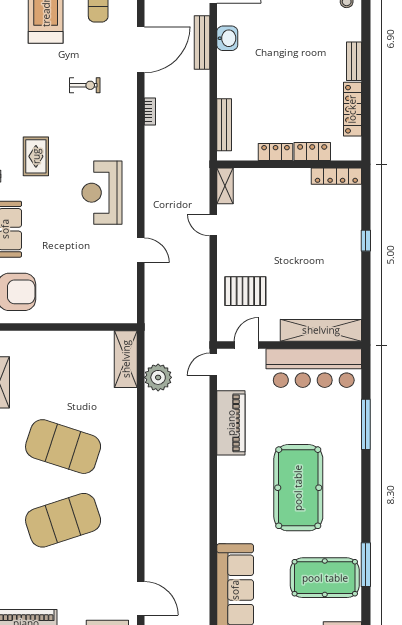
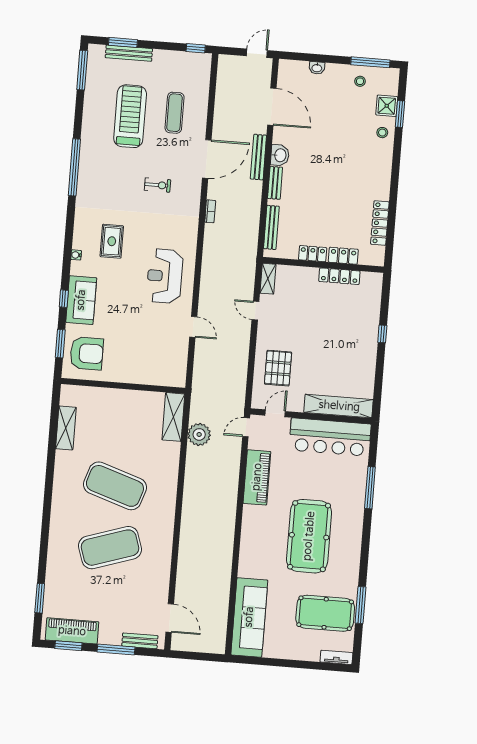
bench: (354, 61) -> (275, 183), moved
locker: (336, 176) -> (339, 276), moved
pallet: (245, 291) -> (278, 368), turned 90

